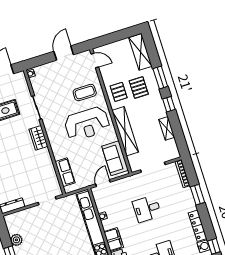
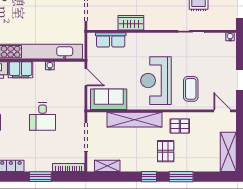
shelving: (140, 52) -> (228, 152), moved, turned 90
door: (95, 61) -> (222, 111), swing flipped
pallet: (139, 88) -> (166, 151), moved, turned 90
shelving: (167, 128) -> (107, 166), moved
wardrobe: (38, 138) -> (131, 23), moved
desk: (147, 209) -> (43, 117), turned 180

